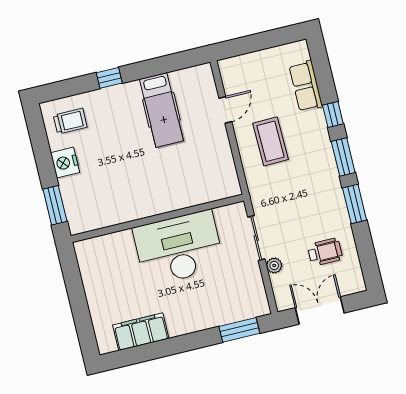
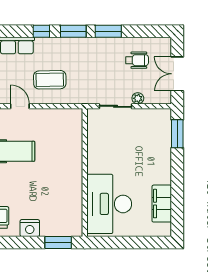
desk: (179, 248) -> (109, 204), moved
wheelchair: (325, 252) -> (137, 60), turned 90

